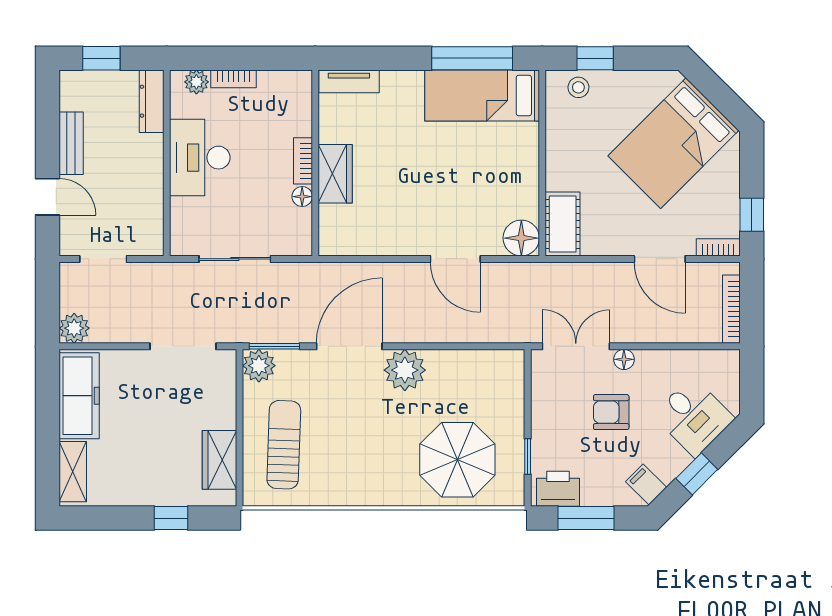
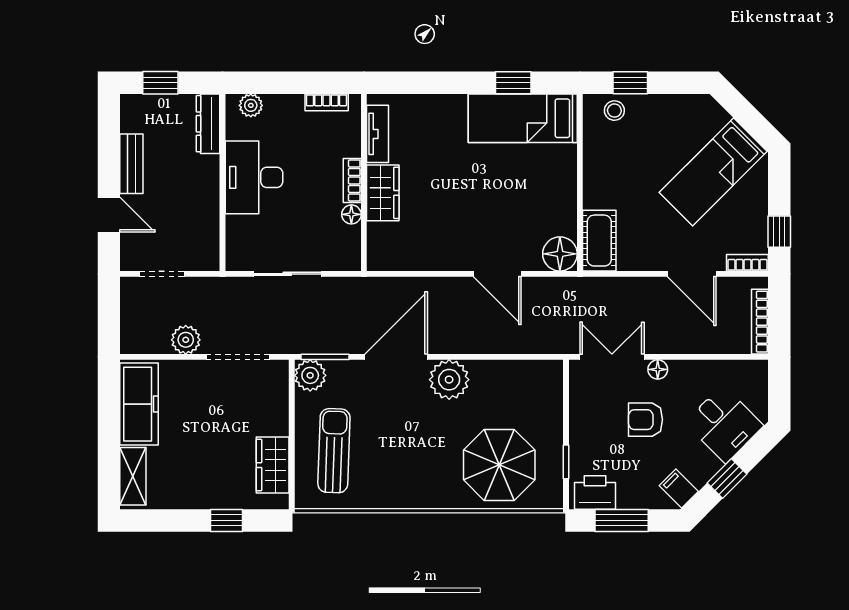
window: (472, 58) -> (513, 83), width x0.46
bookcase: (234, 79) -> (327, 102), moved
tv unit: (349, 81) -> (378, 134), moved, turned -90
bed: (673, 143) -> (713, 172), width x0.67
plant: (74, 328) -> (186, 340), moved

